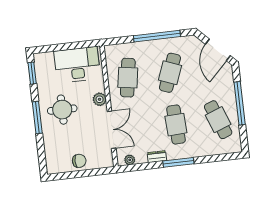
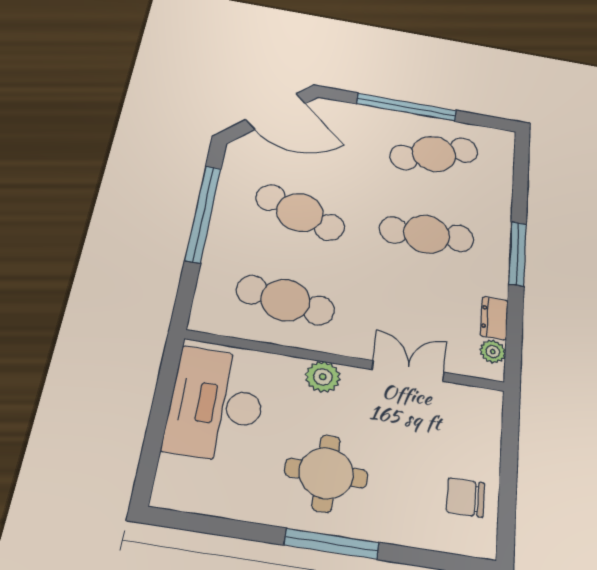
window: (32, 73) -> (203, 524), removed
double door: (112, 130) -> (408, 371), width x0.73
dresser: (157, 157) -> (494, 318), moved
chair: (79, 161) -> (466, 497), moved, turned -90

